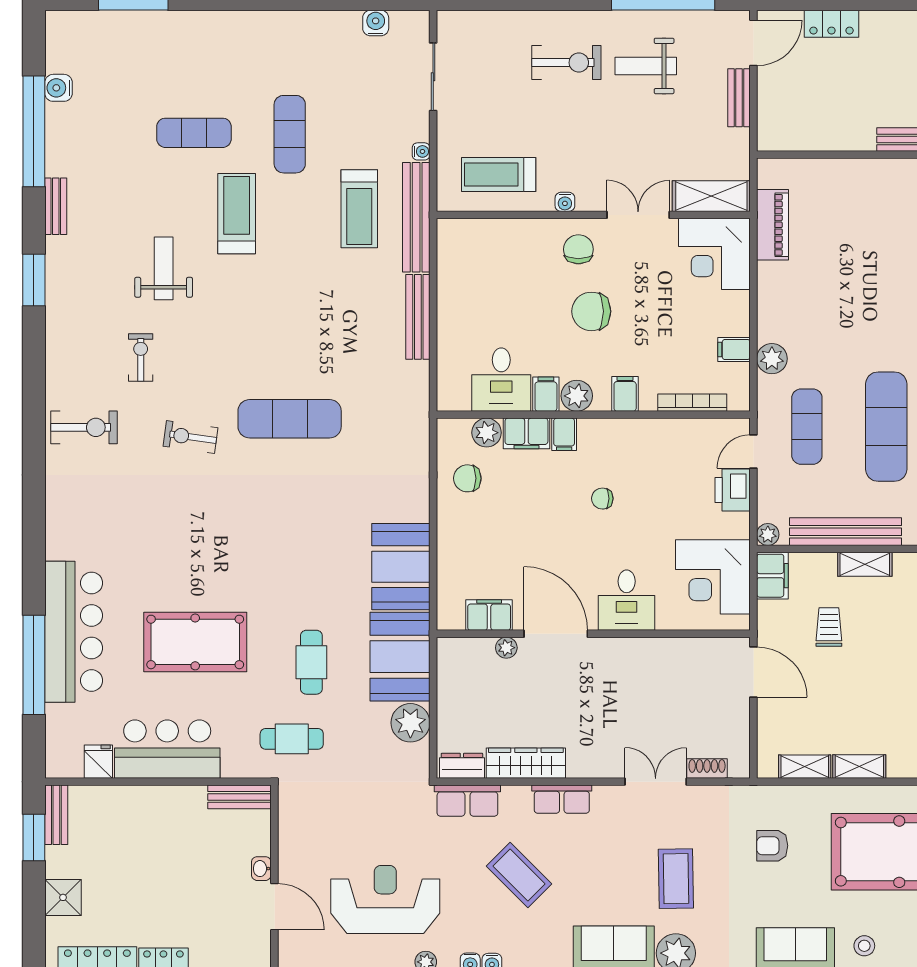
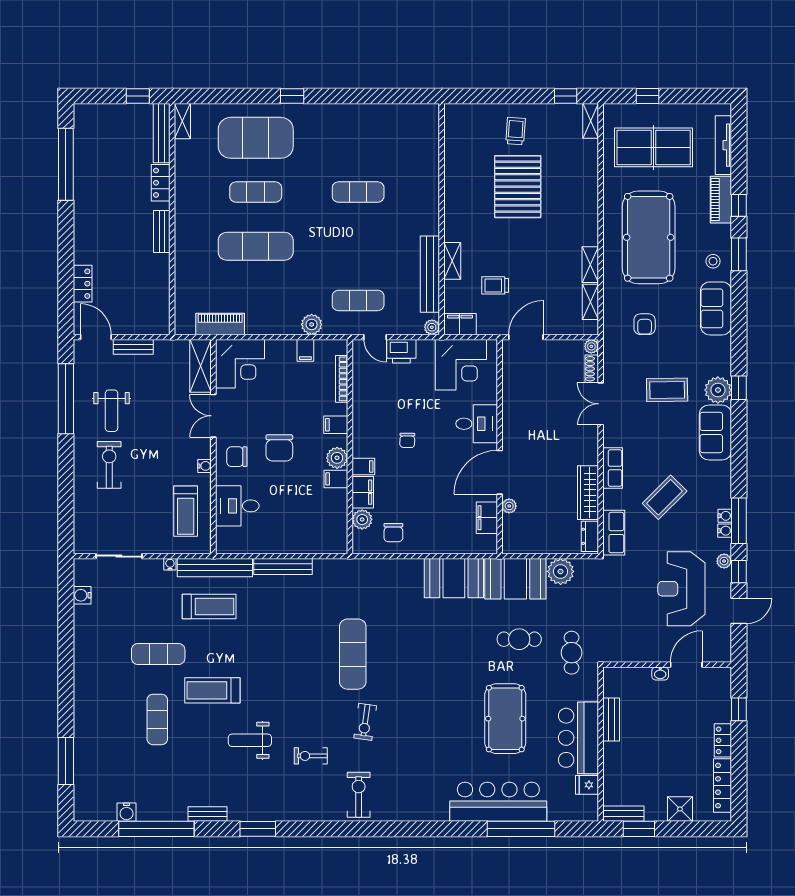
desk: (501, 380) -> (237, 506), moved, turned 180
exercise mat: (886, 427) -> (256, 246), moved
plant: (740, 768) -> (591, 346), added
bench: (239, 797) -> (611, 720), moved

